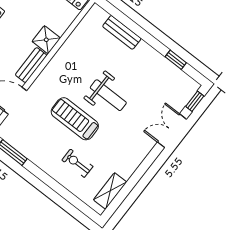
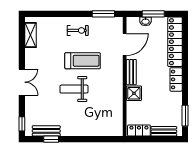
bench: (122, 32) -> (46, 131), moved
double door: (172, 131) -> (22, 82), moved
exercise bike: (77, 163) -> (78, 30), moved

